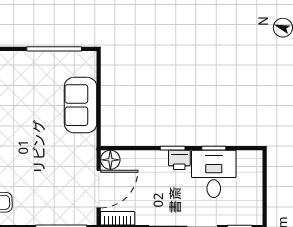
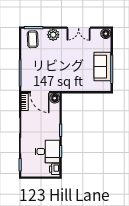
sofa: (81, 105) -> (102, 67), moved, turned -90
printer: (179, 160) -> (55, 169), moved

